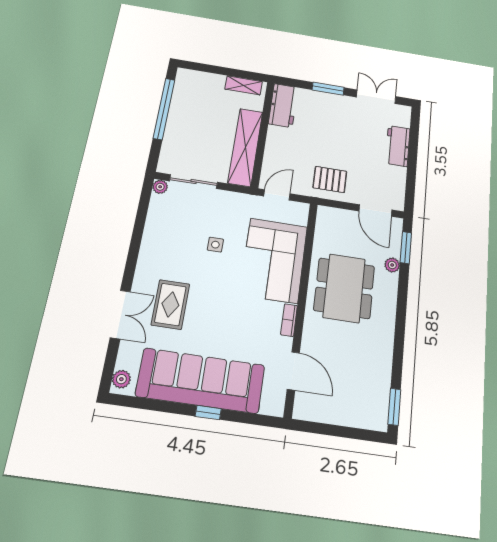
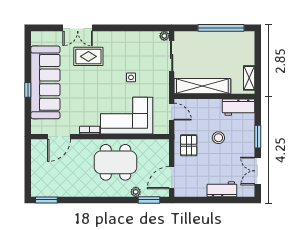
double door: (376, 97) -> (258, 171), swing flipped
stool: (324, 138) -> (218, 138), added
plant: (121, 379) -> (40, 36), removed

